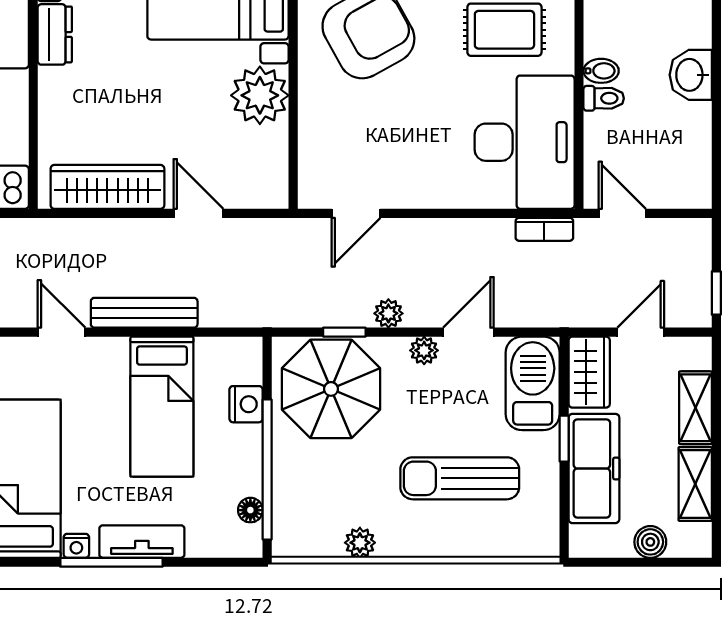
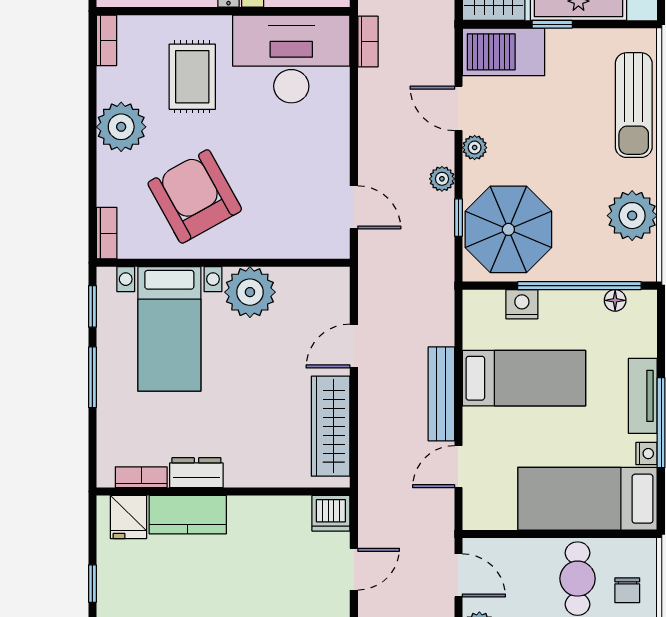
sun lounger: (460, 478) -> (634, 105), moved
plant: (360, 543) -> (632, 216), width x1.88, depth x1.88

